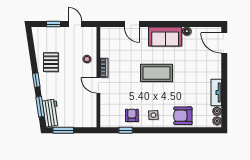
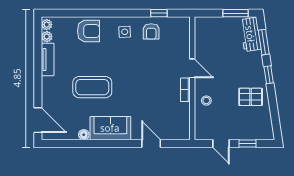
pallet: (51, 62) -> (251, 97), turned 90
coffee table: (157, 73) -> (92, 87), moved

